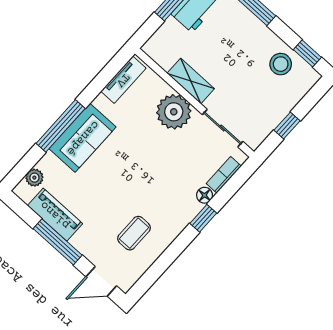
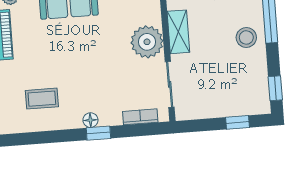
stool: (281, 64) -> (246, 37), moved
window: (287, 126) -> (237, 122), moved
floor lamp: (205, 195) -> (90, 120), moved

